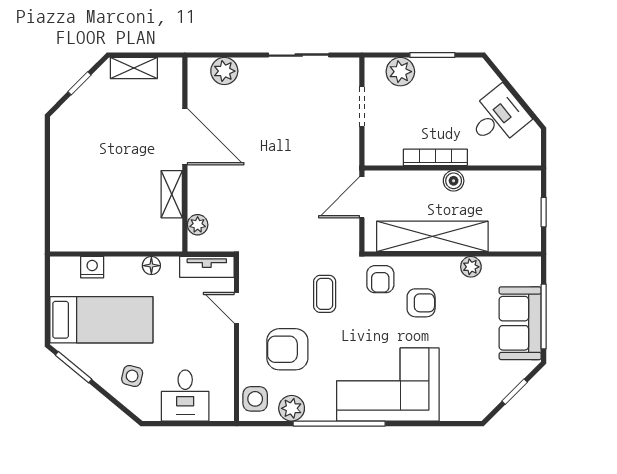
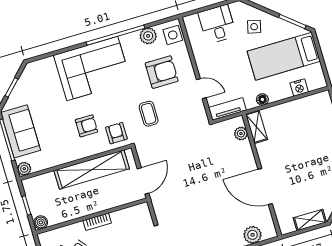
bookcase: (435, 157) -> (97, 222), width x0.64
boiler: (454, 181) -> (41, 222), moved
shelving: (172, 194) -> (256, 127), moved
plant: (471, 267) -> (24, 169), moved
armchair: (421, 303) -> (86, 126), turned 180

